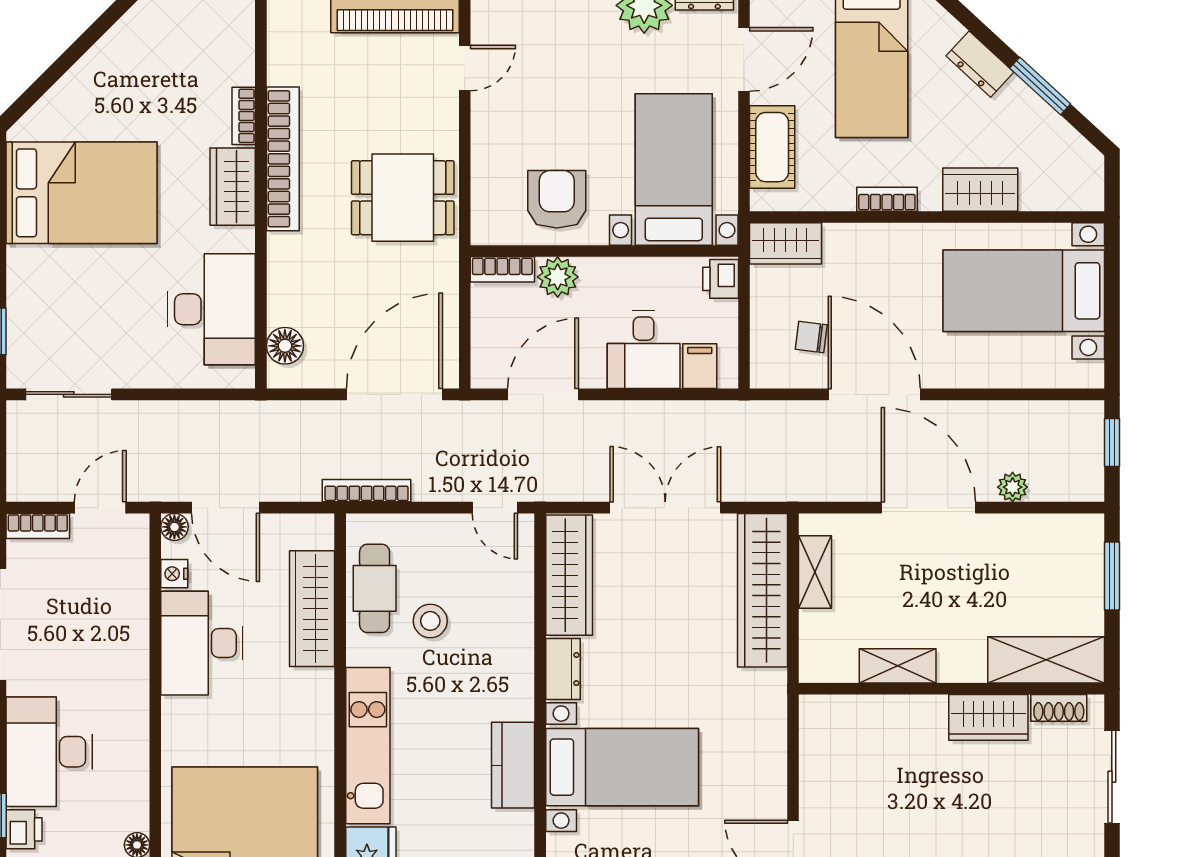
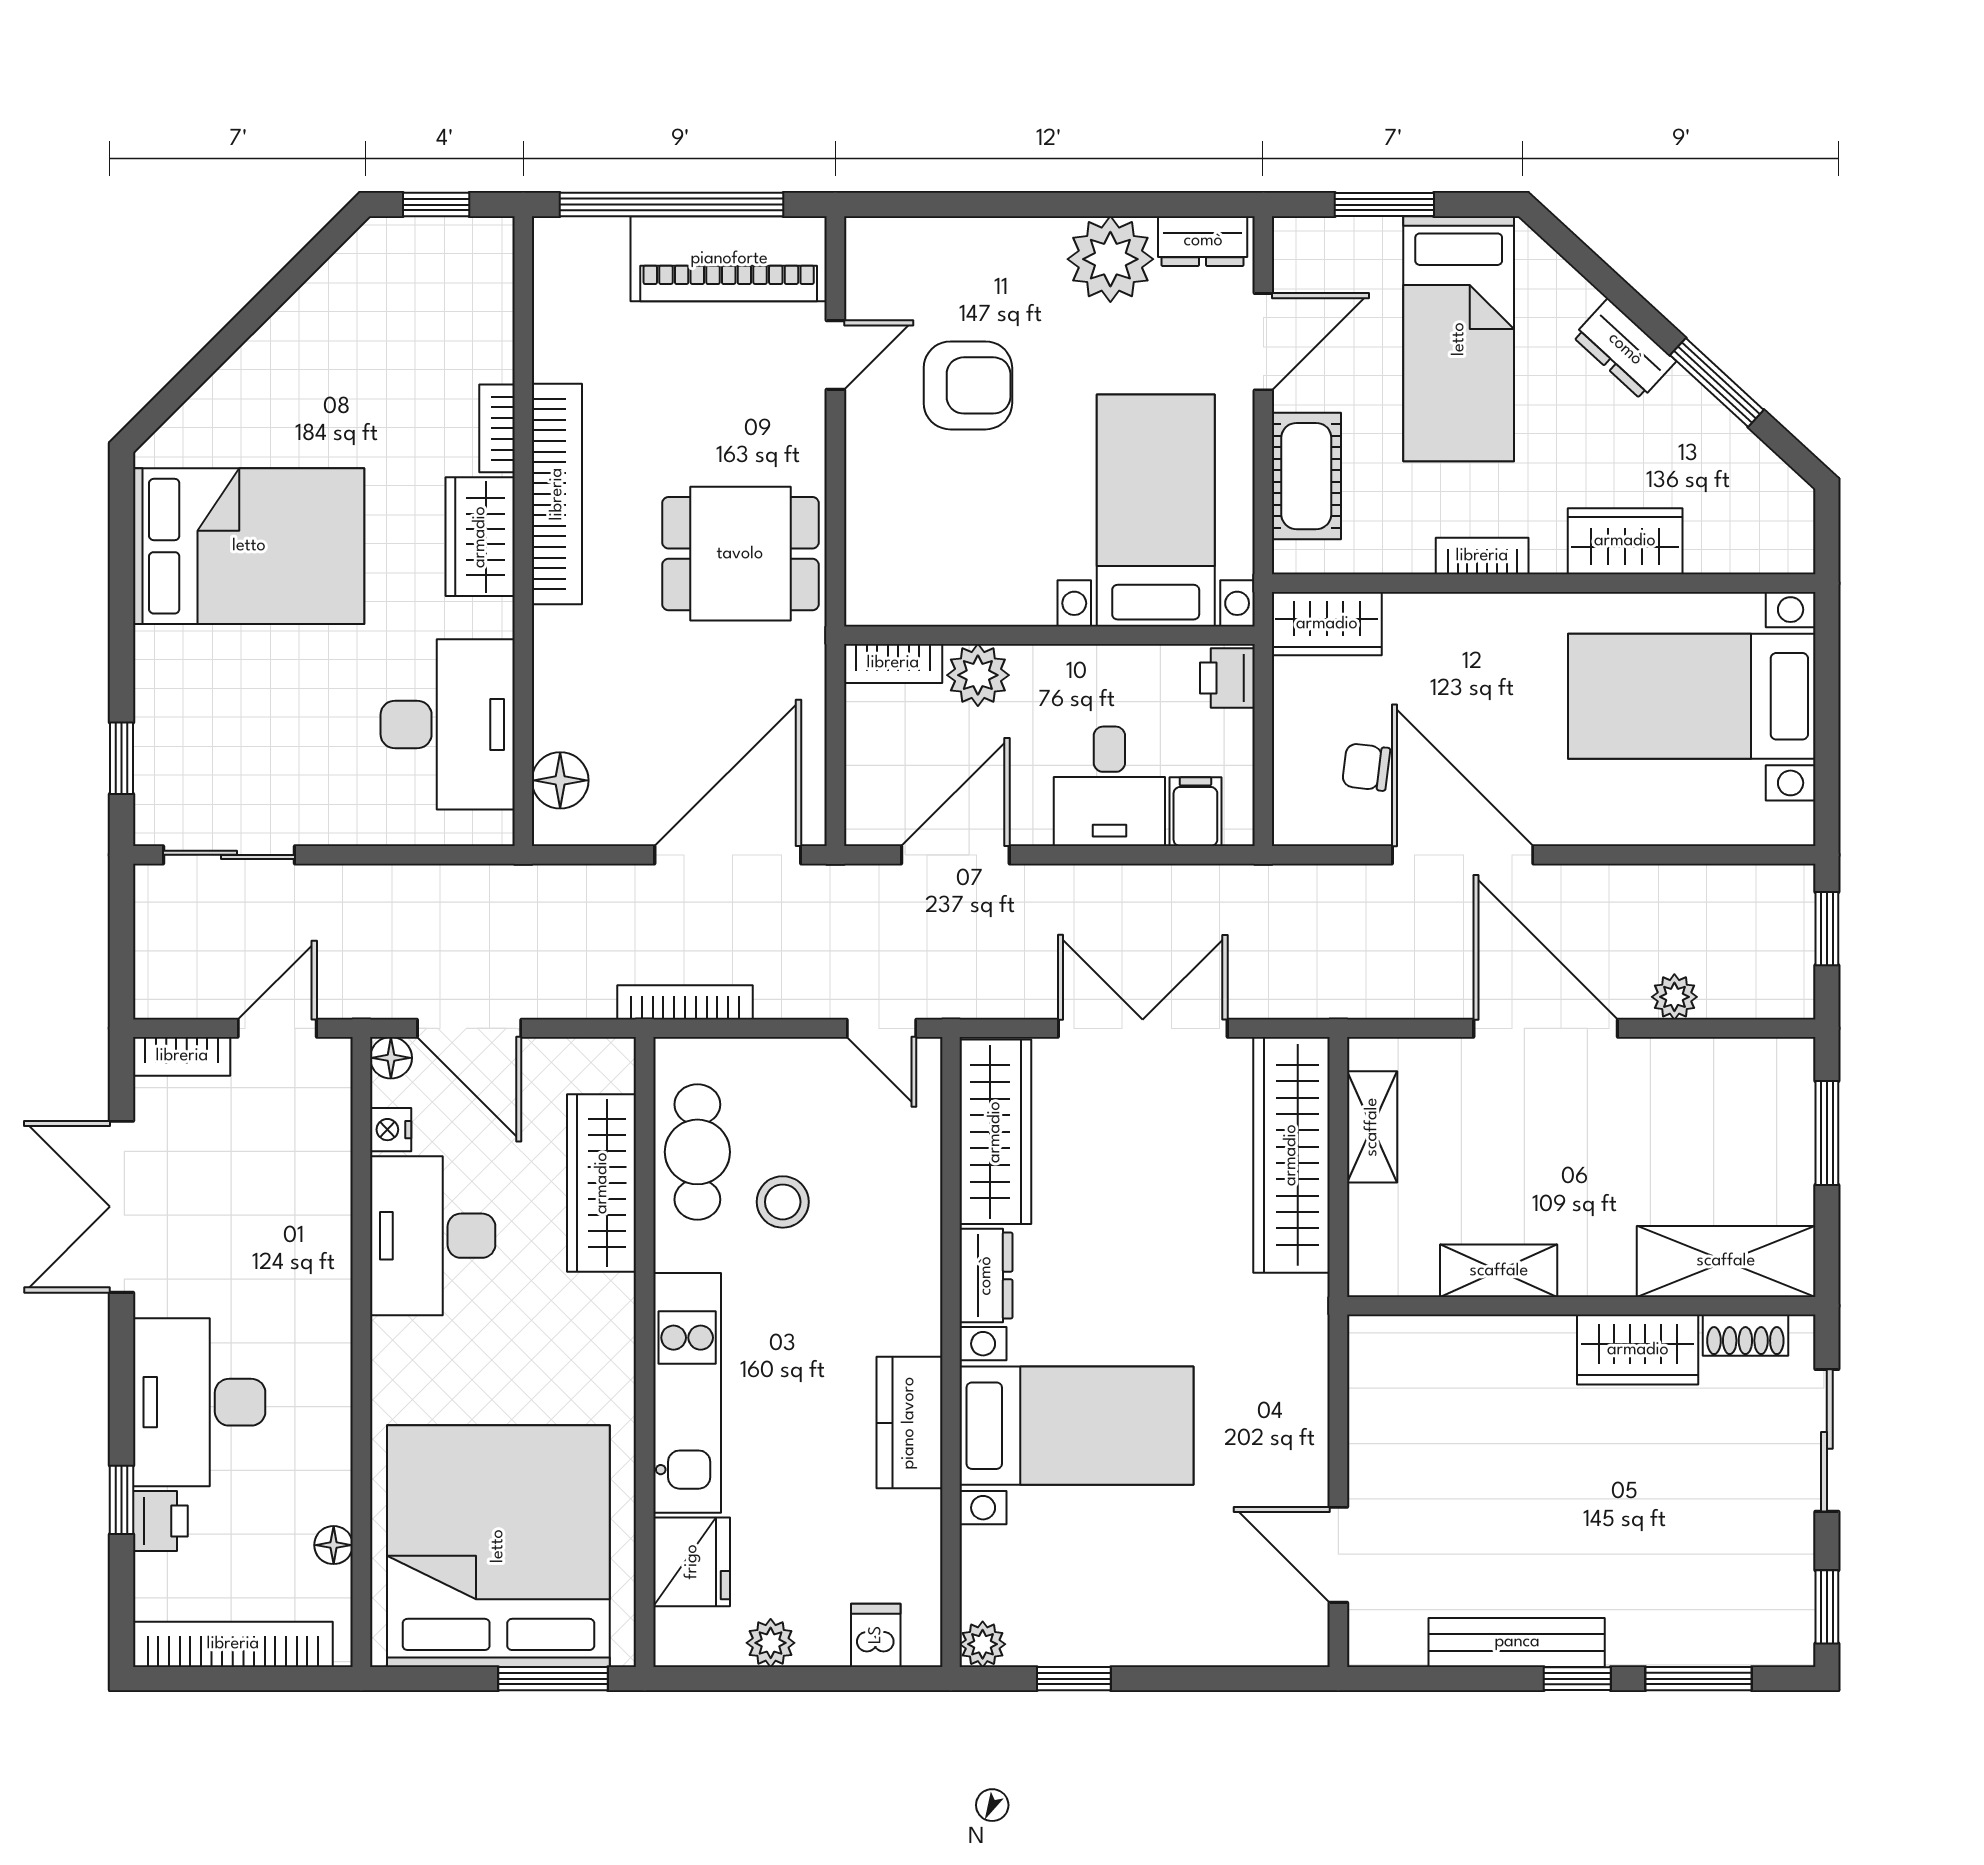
armchair: (557, 199) -> (968, 385), moved, turned 90

